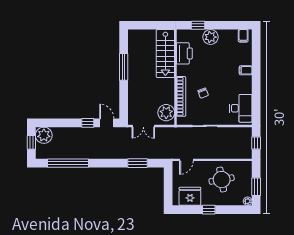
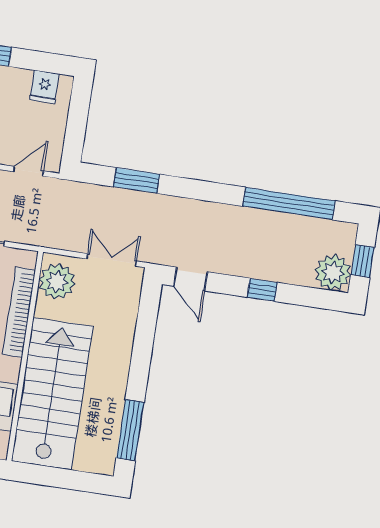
stairs: (165, 54) -> (52, 394), width x1.36, depth x1.51
window: (124, 67) -> (130, 430), moved
window: (88, 123) -> (262, 290), moved
fridge: (190, 196) -> (44, 87), width x0.53, depth x0.75

